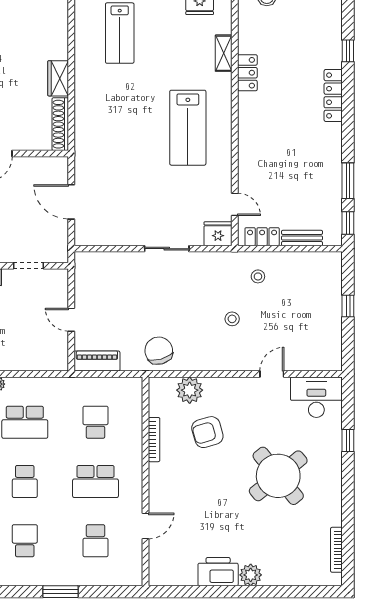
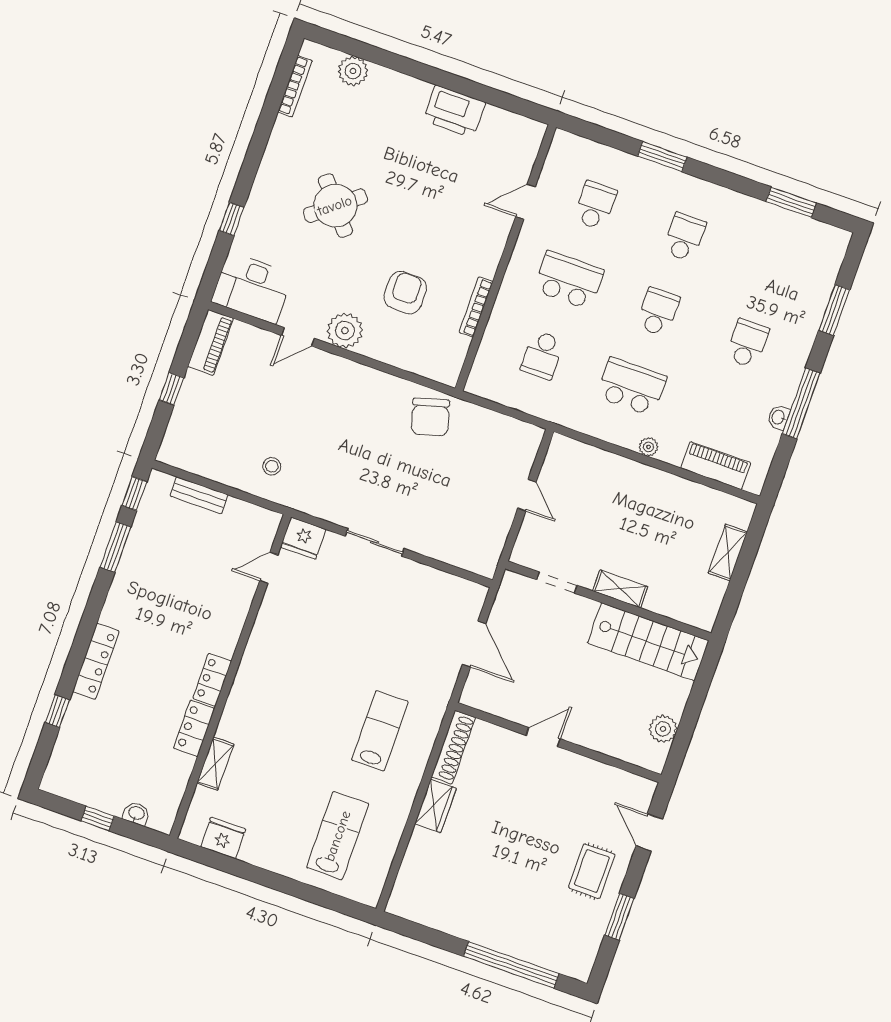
lab bench: (188, 128) -> (380, 731), moved, width x0.73, depth x0.72
door: (235, 204) -> (269, 568), hinge flipped
locker: (262, 237) -> (212, 680), moved, turned 90
stool: (232, 319) -> (323, 424), removed
piano: (97, 361) -> (211, 342), moved, turned -90
plant: (190, 390) -> (345, 331), moved
armchair: (207, 432) -> (405, 292), turned -74
round table: (278, 476) -> (335, 206), width x0.73, depth x0.73
school desk: (25, 541) -> (684, 237), turned 180
plant: (251, 575) -> (353, 71), moved

